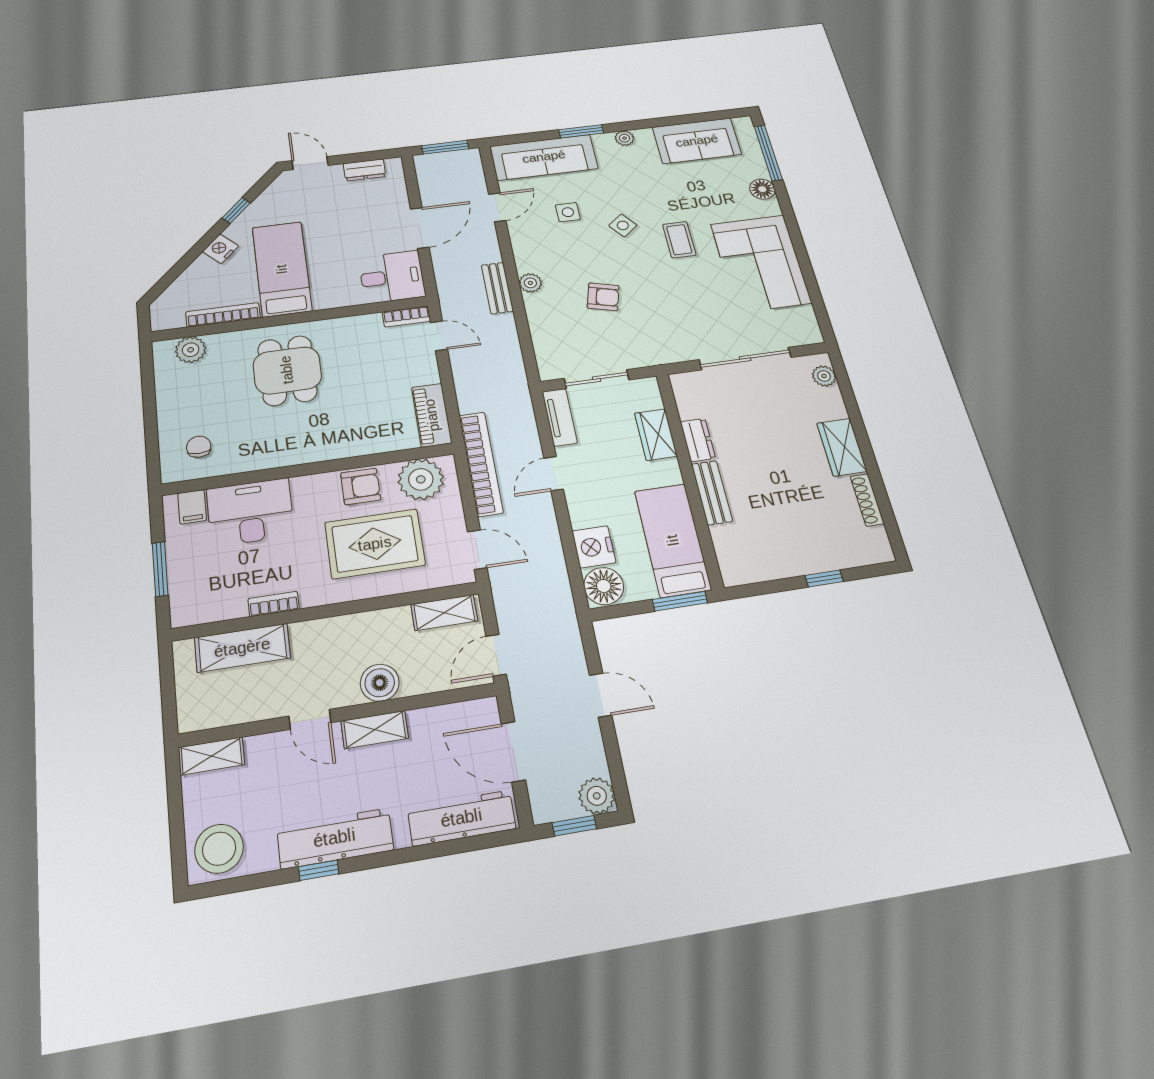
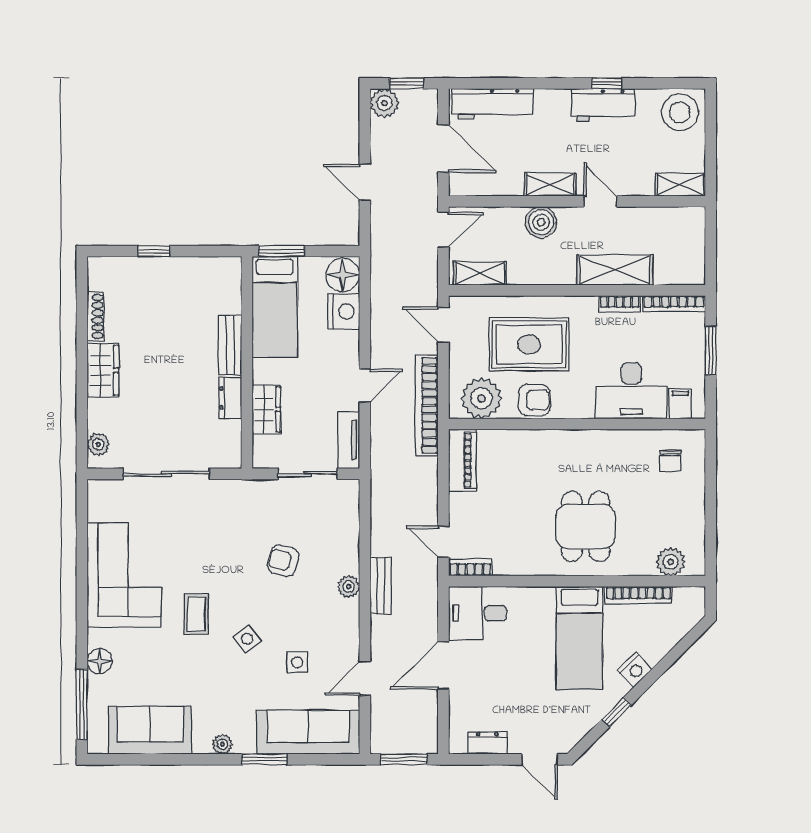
armchair: (361, 486) -> (534, 400), turned 180
bookcase: (208, 614) -> (674, 304), added
shelving: (242, 648) -> (615, 270), moved
workbench: (335, 838) -> (603, 105), width x0.73

